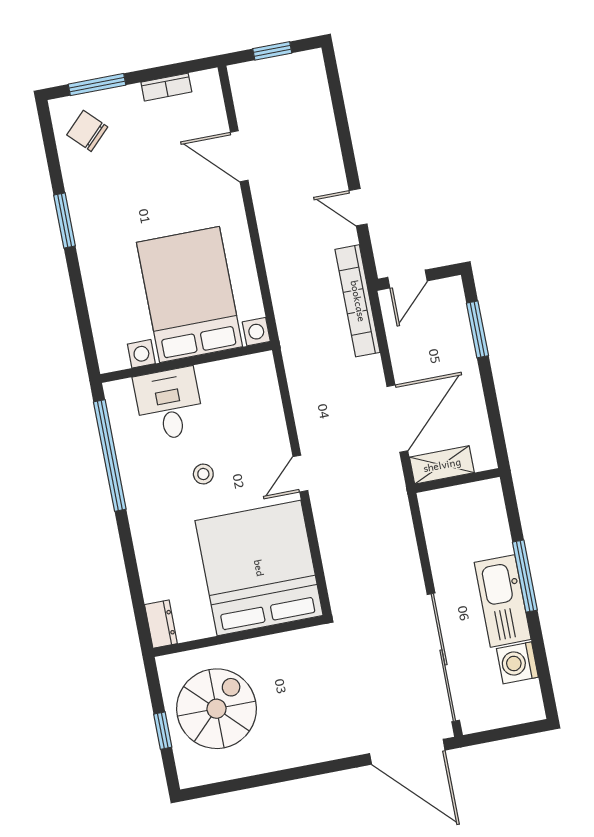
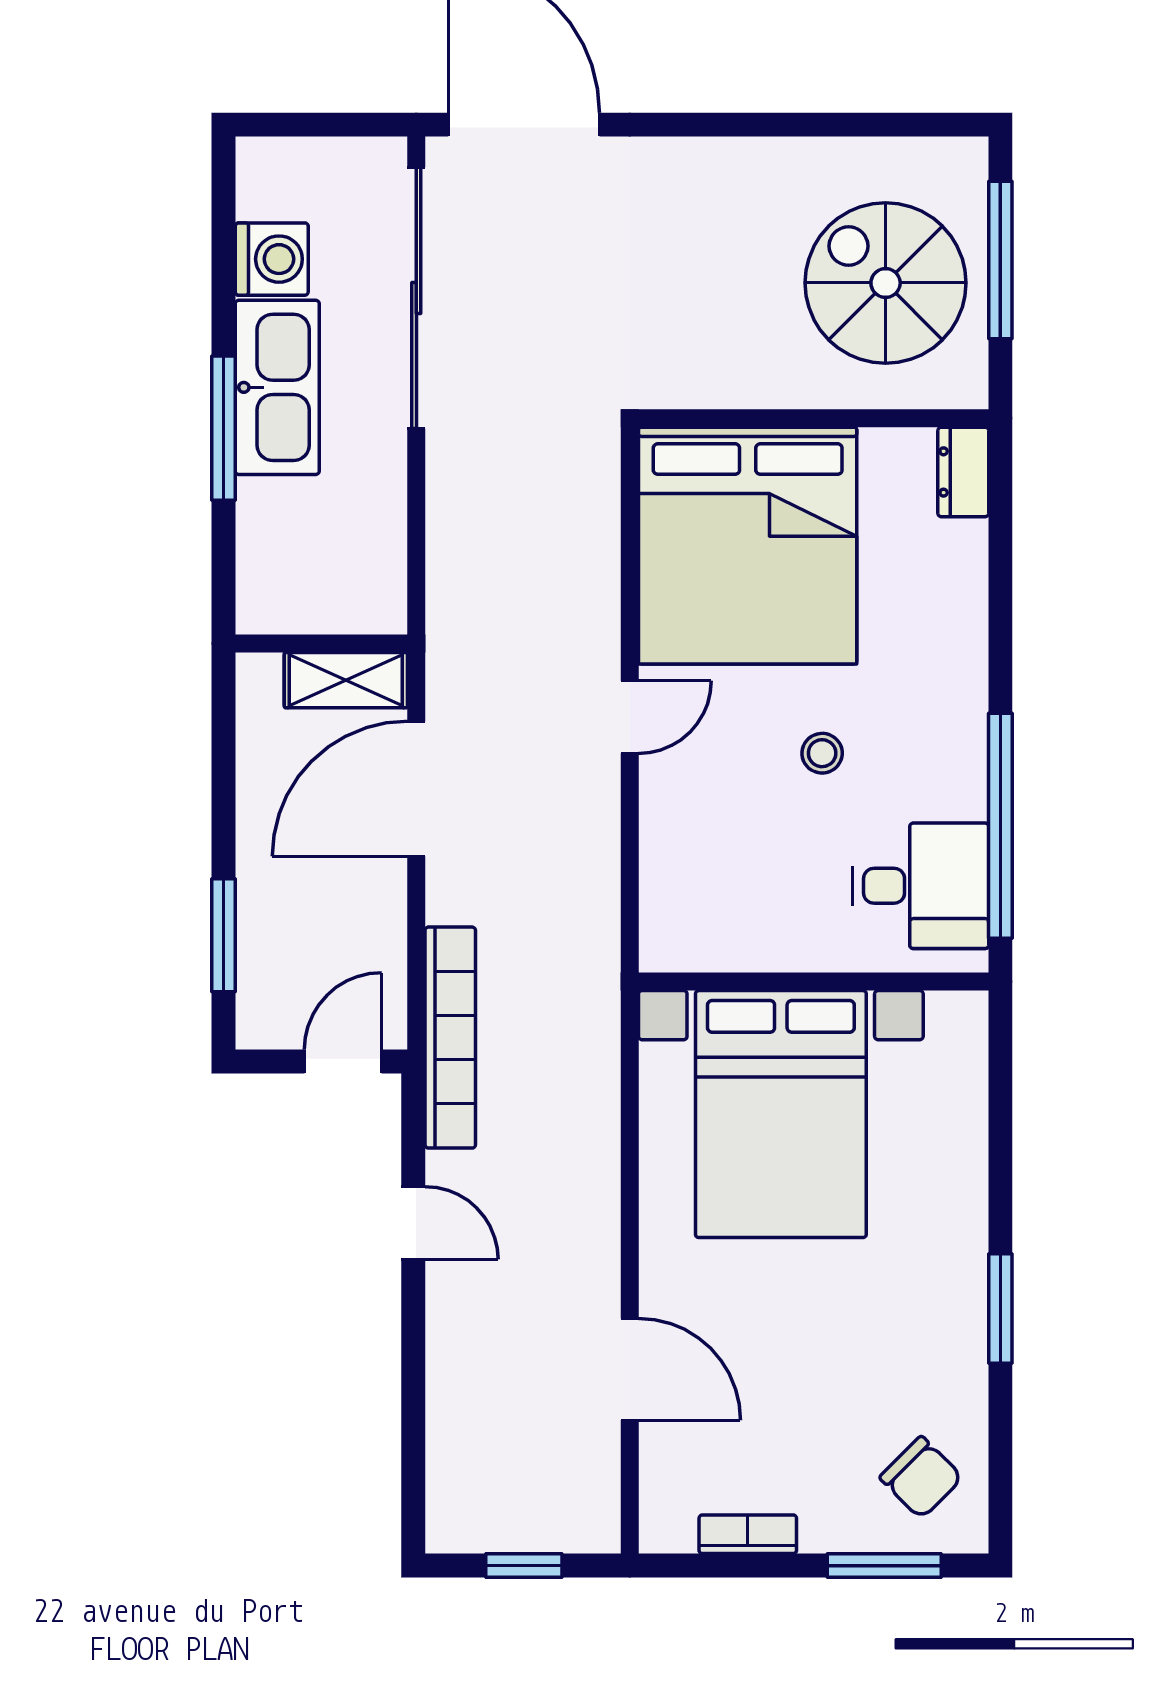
desk: (169, 404) -> (921, 886), moved, turned -90
spiral stairs: (217, 709) -> (886, 283), turned 90
window: (163, 731) -> (1000, 260), width x2.17

